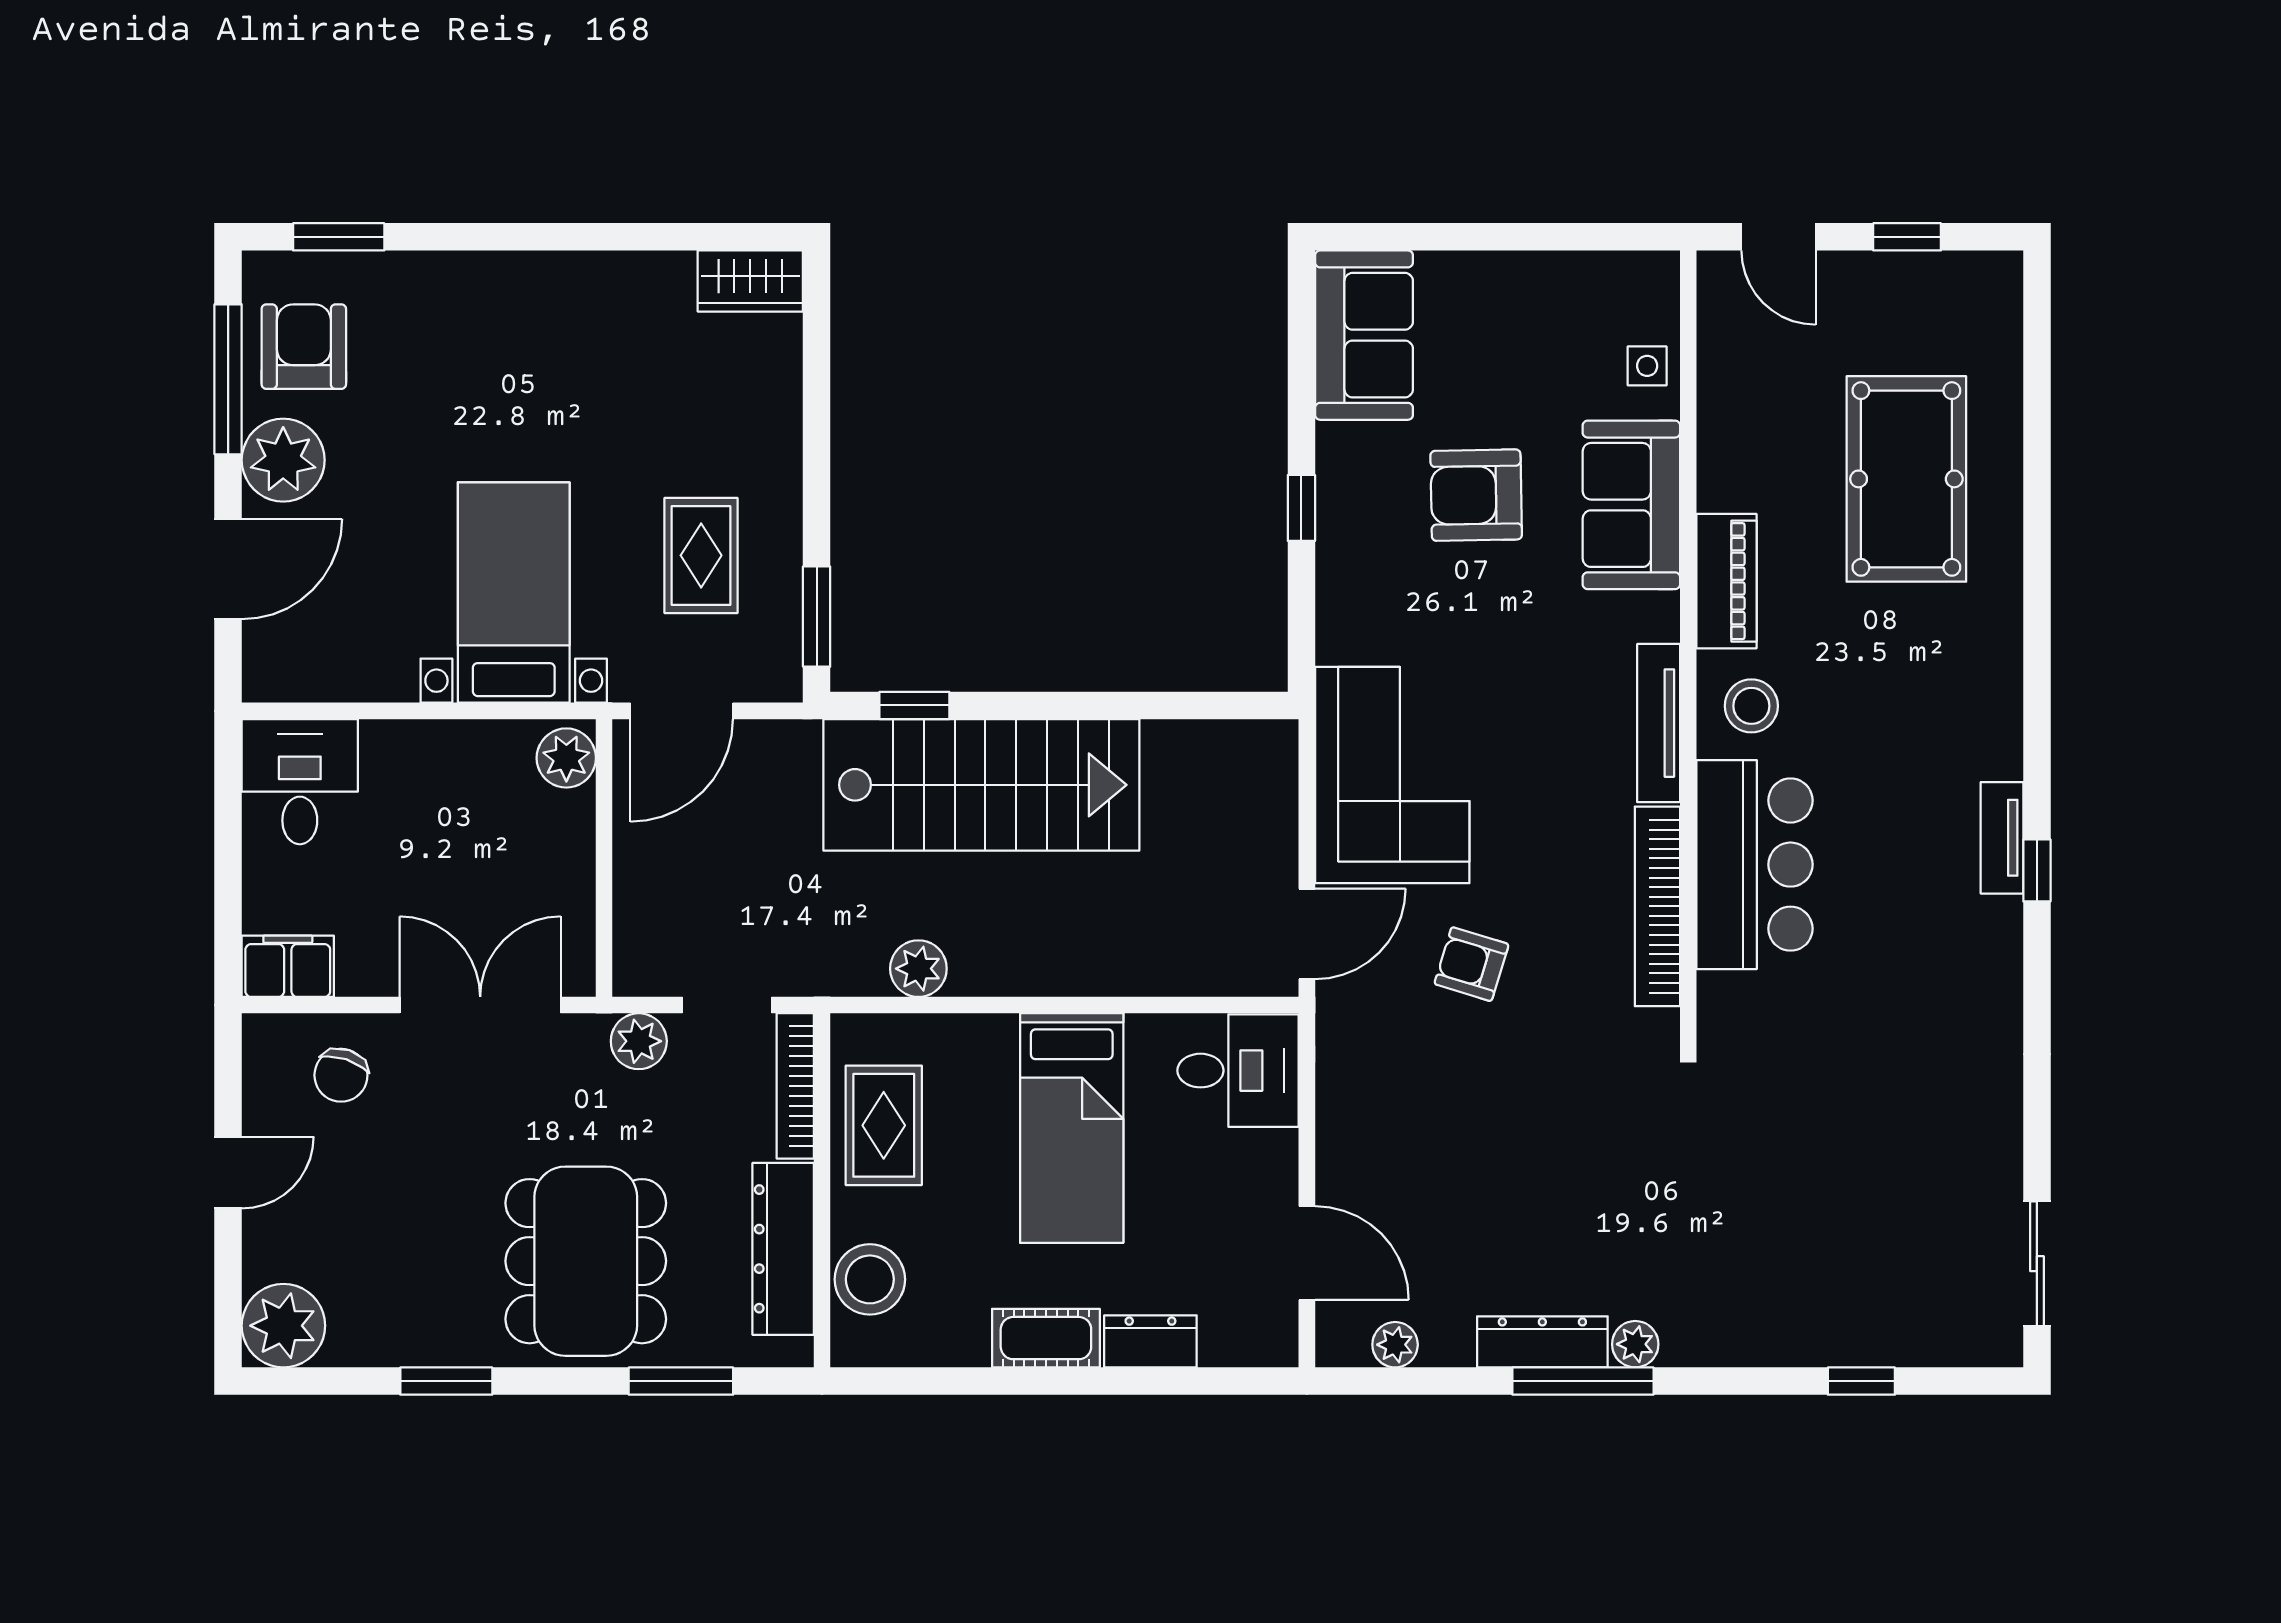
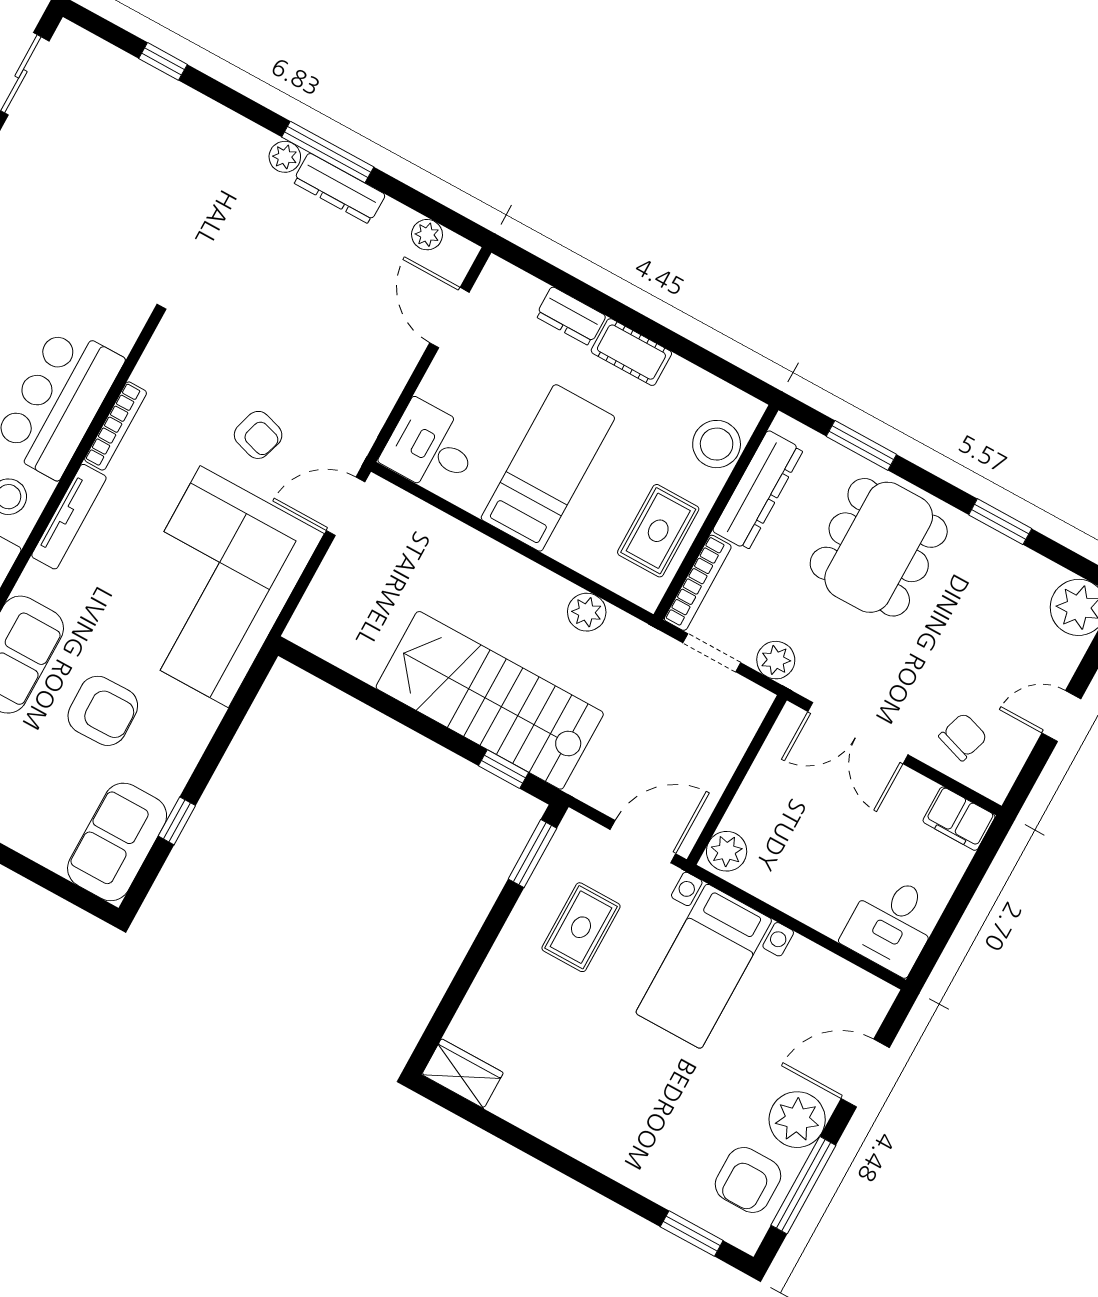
window: (1301, 508) -> (177, 821), moved
corner sofa: (1392, 775) -> (214, 587), width x1.36, depth x1.36
bookcase: (1657, 906) -> (116, 426), width x0.68, depth x0.76

